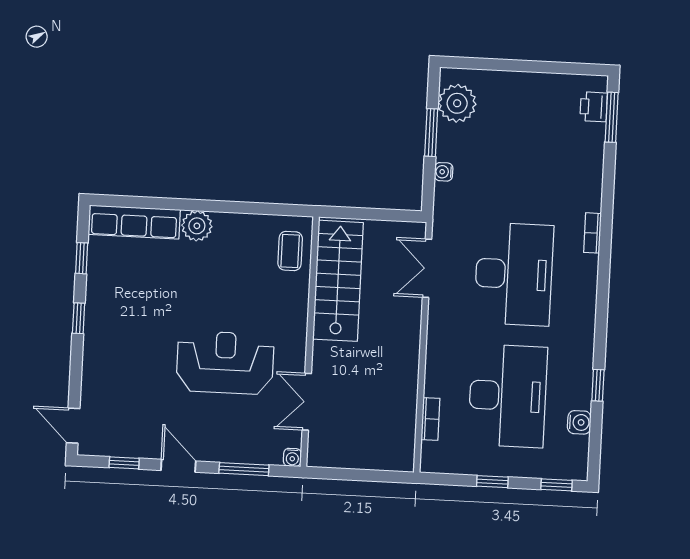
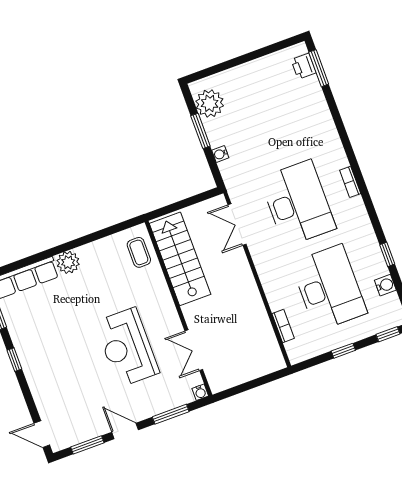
bookcase: (592, 233) -> (350, 182), moved
reception desk: (225, 363) -> (127, 347), turned -90
window: (124, 463) -> (87, 445), width x1.50

